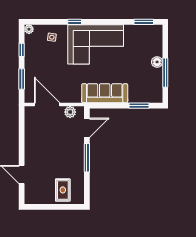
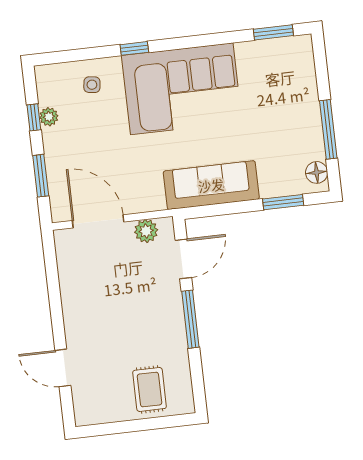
plant: (29, 29) -> (49, 117), moved
floor lamp: (157, 62) -> (317, 172), moved

